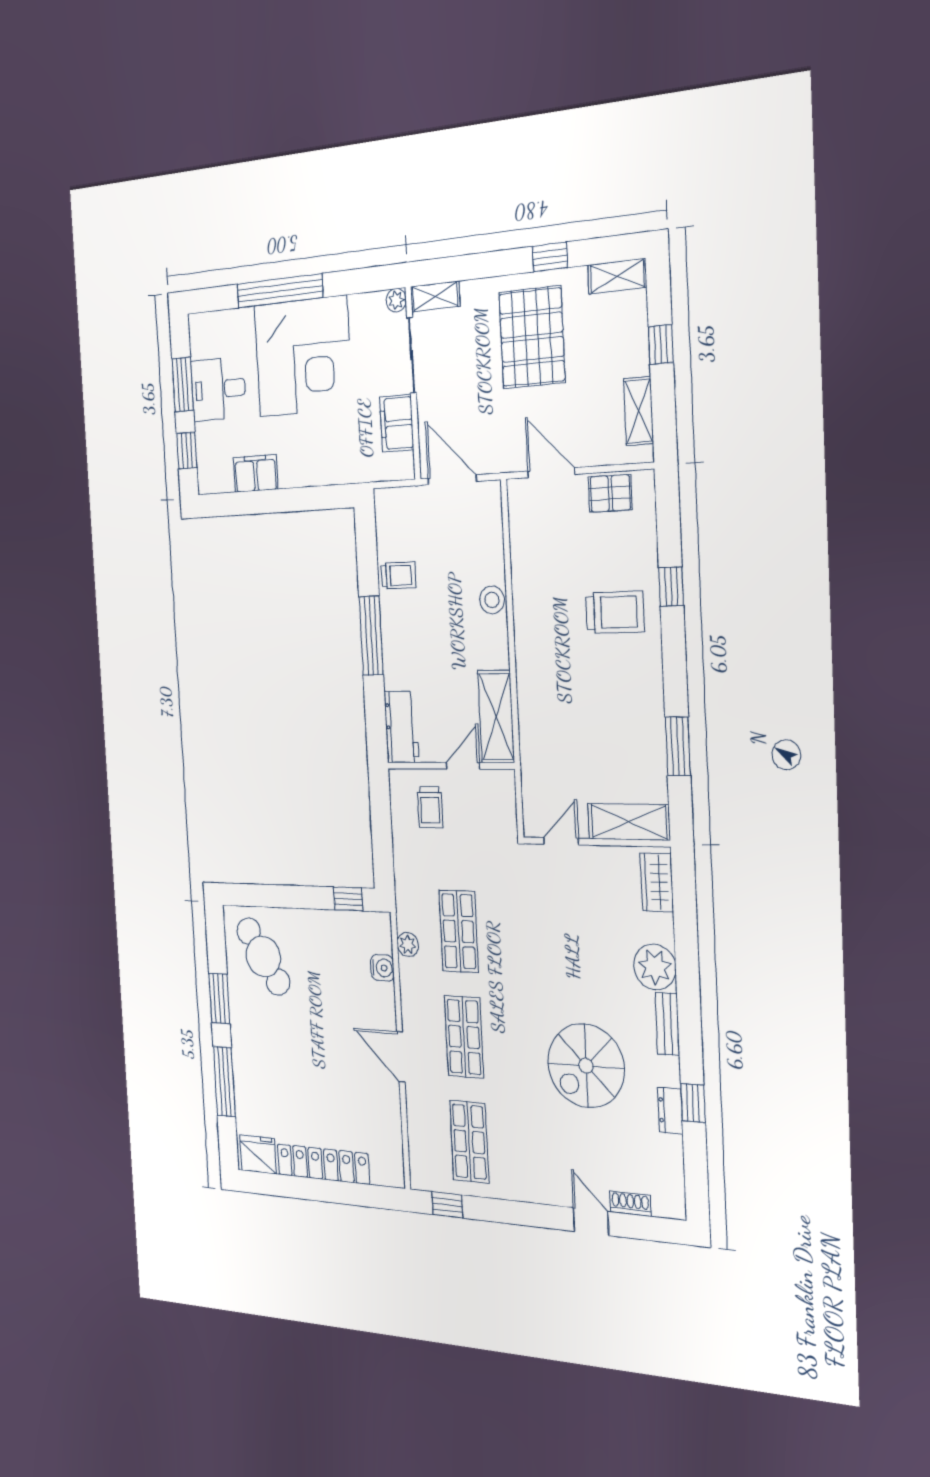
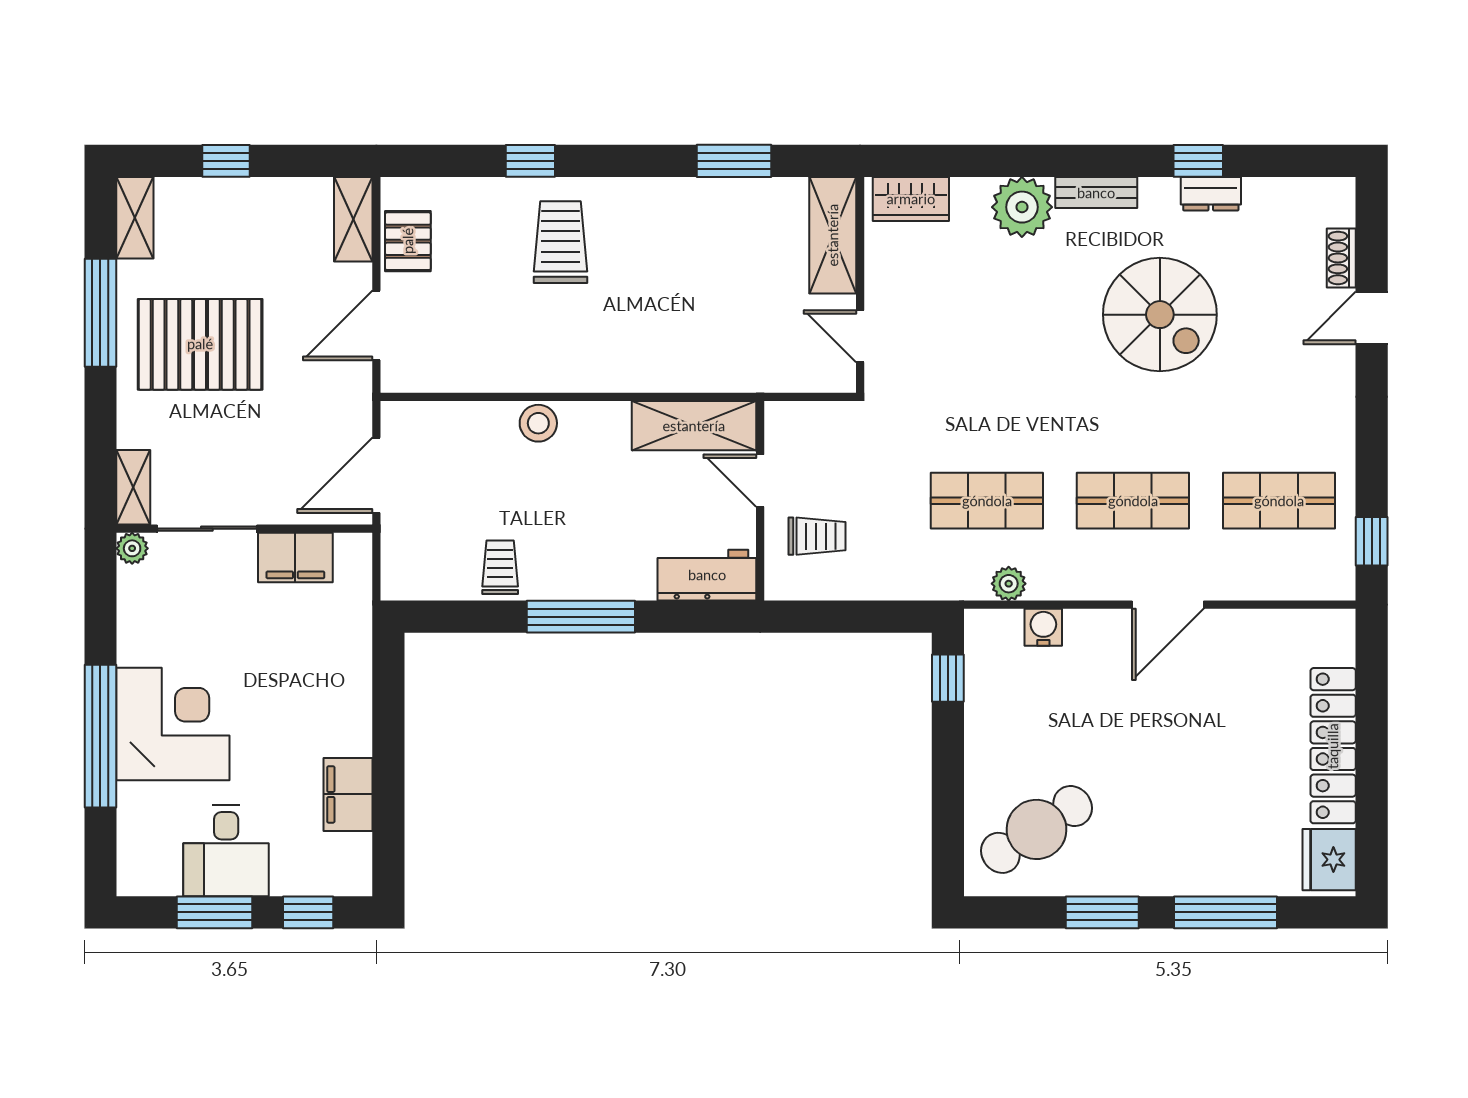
window: (550, 257) -> (100, 313), width x2.17
corner desk: (303, 356) -> (173, 724), width x0.74, depth x0.74
shelving: (639, 411) -> (353, 219), moved, turned 90

